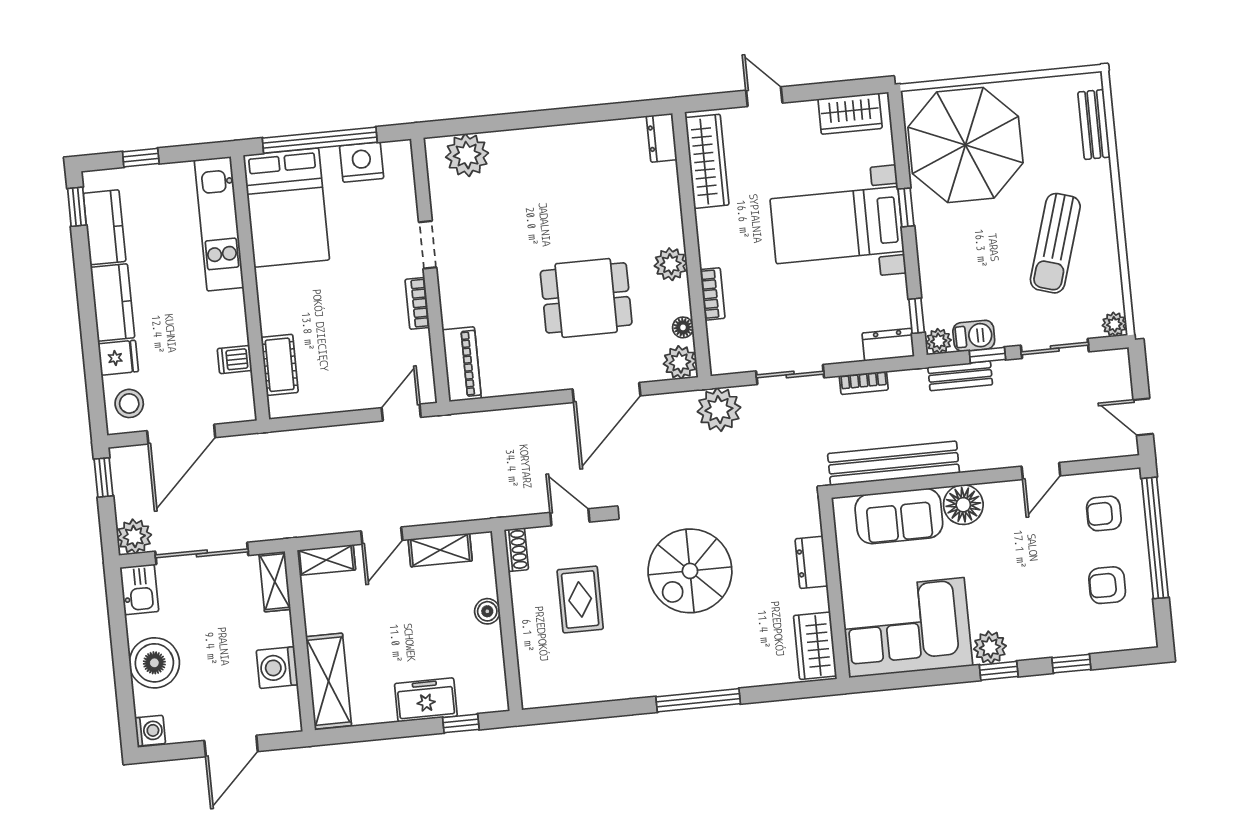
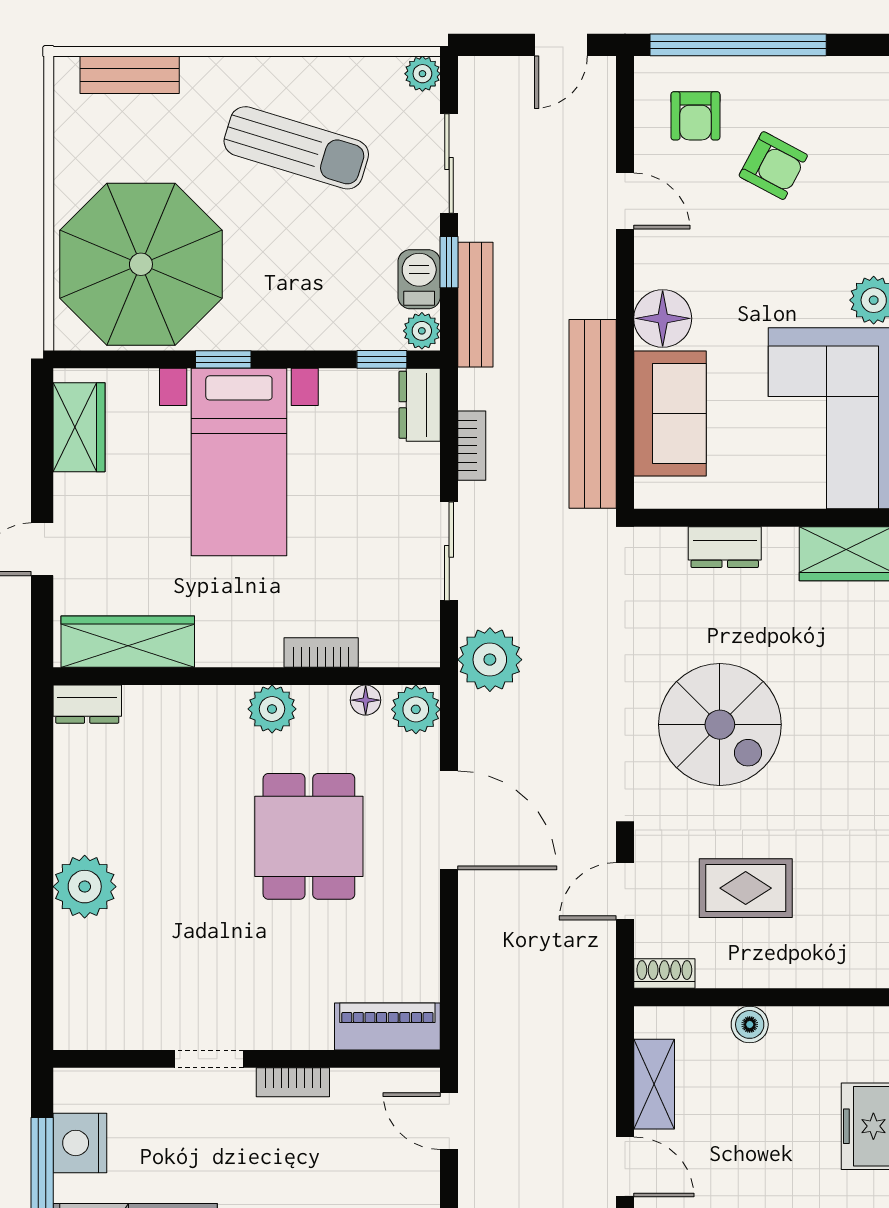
plant: (467, 155) -> (85, 887), moved
bench: (960, 376) -> (475, 305), width x1.36
armchair: (1107, 585) -> (773, 166), moved, turned -62

